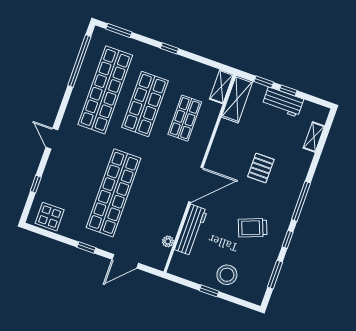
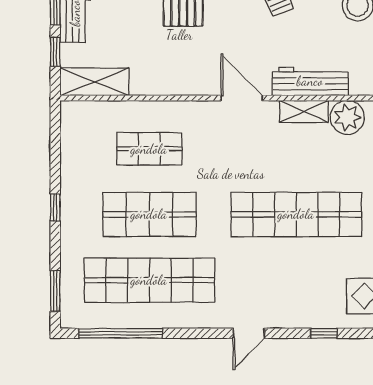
shelving: (221, 87) -> (304, 111), moved
door: (196, 185) -> (242, 98), width x0.73
plant: (168, 241) -> (347, 117), width x1.87, depth x1.87

